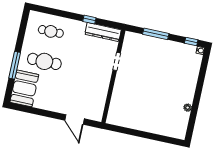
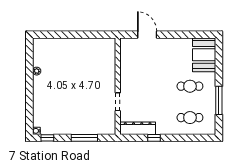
cafe table: (44, 61) -> (190, 86), width x0.73, depth x0.74
window: (15, 65) -> (219, 100), moved

